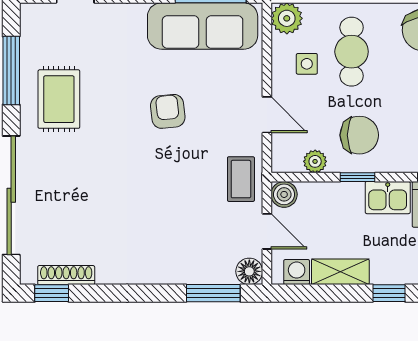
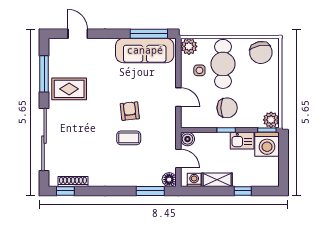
cafe table: (352, 52) -> (223, 64), width x1.37, depth x1.35
rug: (59, 99) -> (69, 89), turned 90
armchair: (168, 111) -> (130, 111), moved
plant: (315, 161) -> (204, 122), removed
coffee table: (241, 179) -> (129, 138), moved, turned 90

